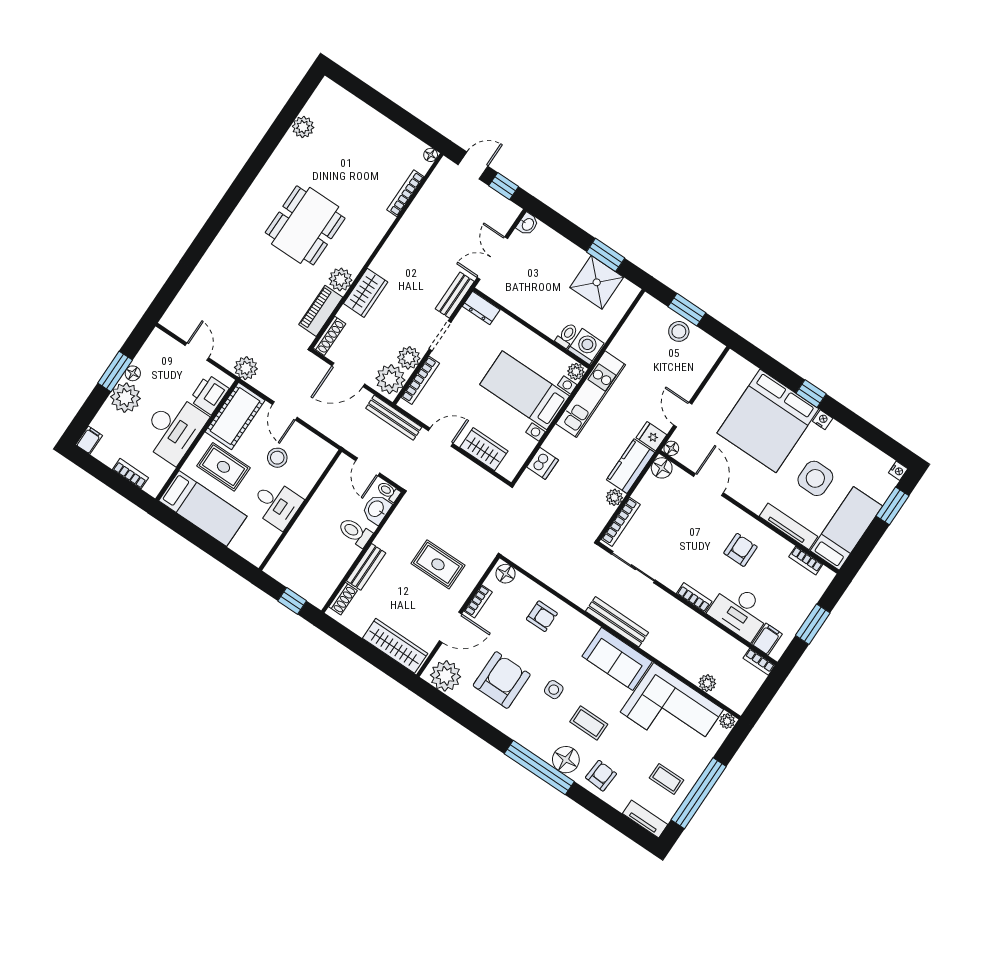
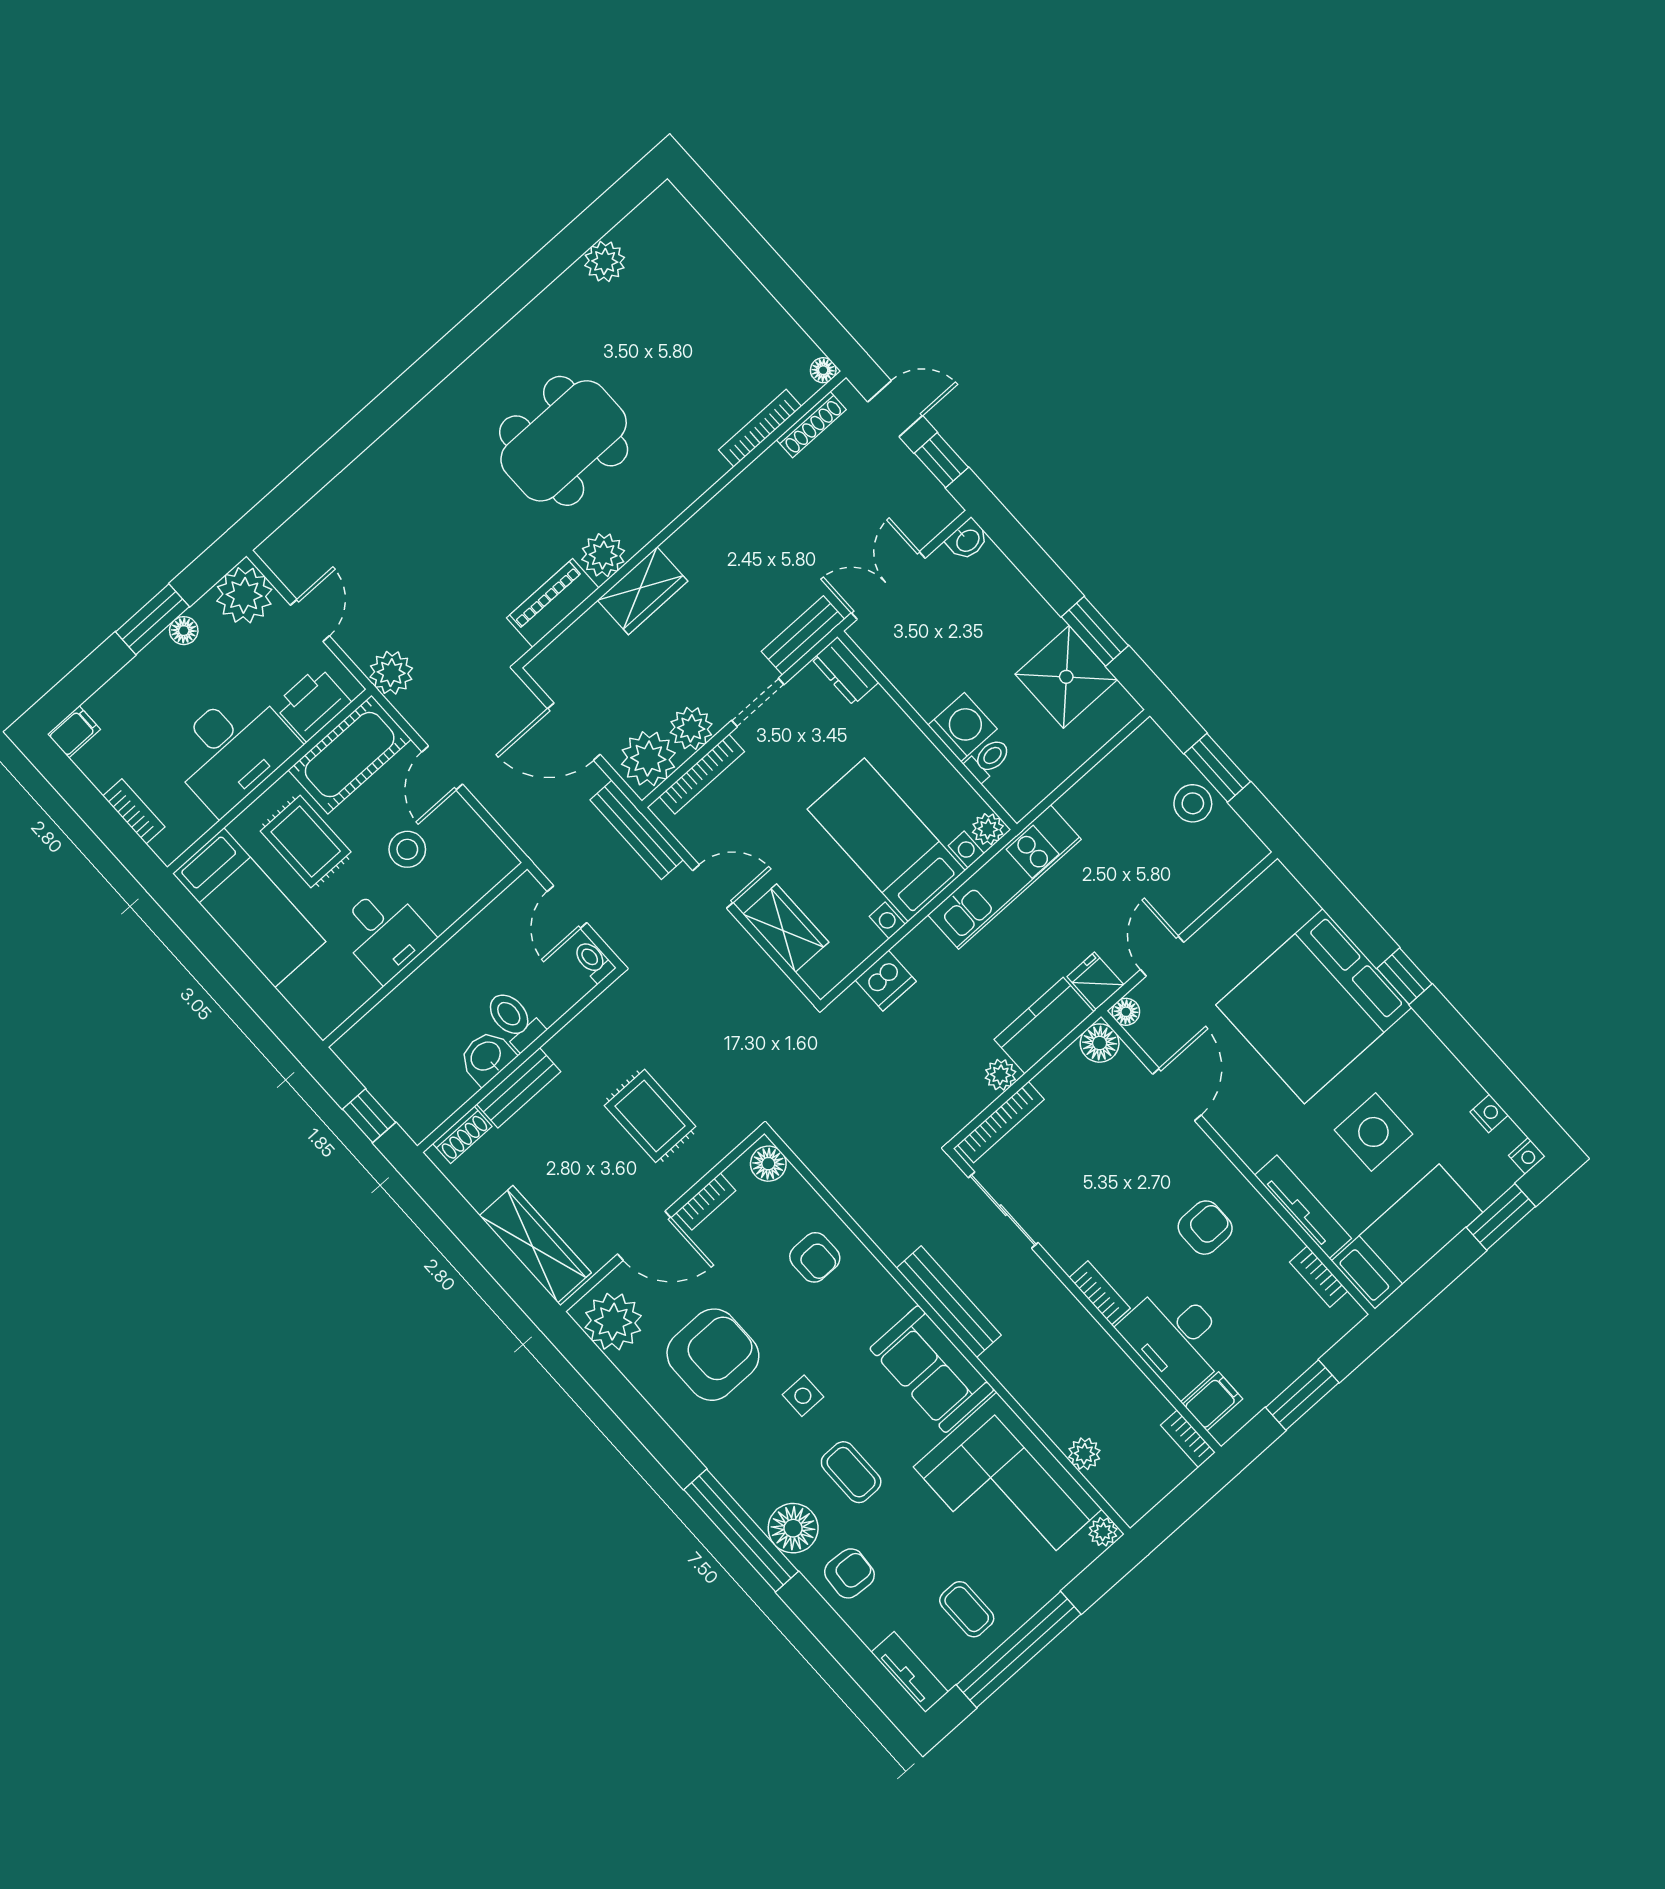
shoe rack: (330, 336) -> (811, 425), moved
washing machine: (586, 347) -> (962, 727), moved
plant: (125, 398) -> (244, 595), moved
nightstand: (823, 420) -> (1489, 1114), moved
washbasin: (376, 509) -> (486, 1057), moved

